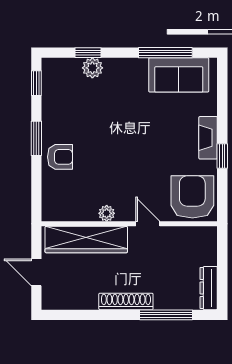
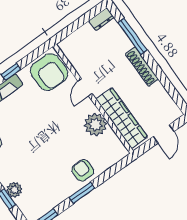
armchair: (192, 197) -> (49, 72), turned -90
plant: (107, 213) -> (95, 125), width x1.87, depth x1.87
dresser: (209, 288) -> (101, 19), width x0.70

